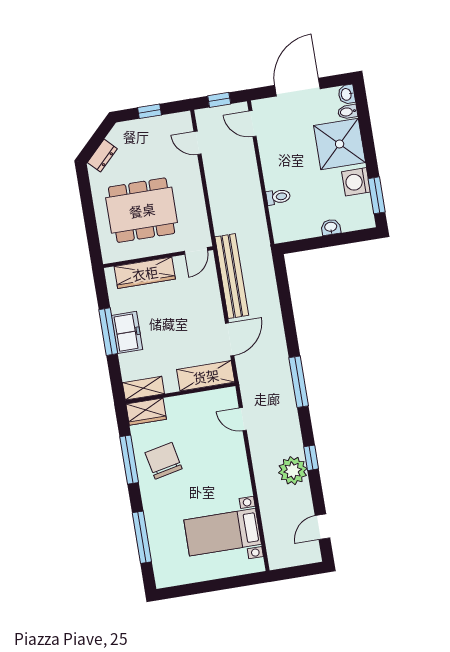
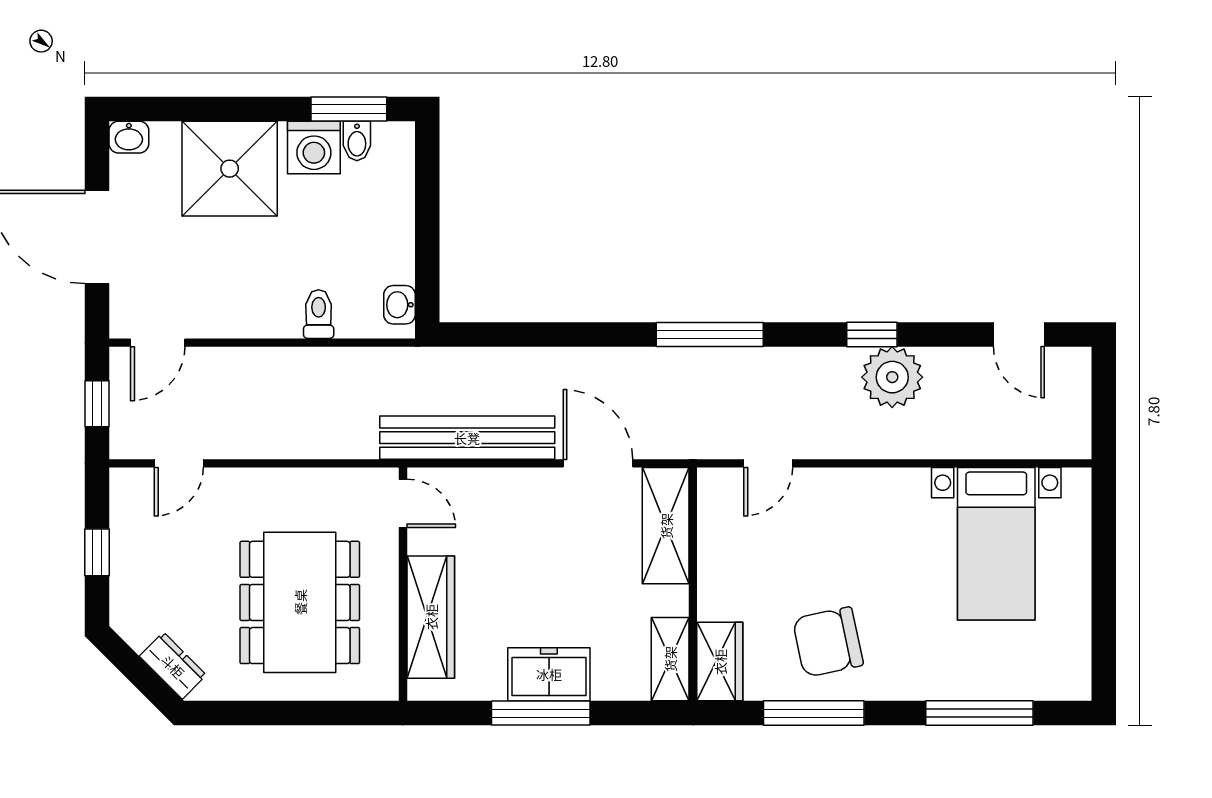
bidet: (348, 112) -> (357, 141), moved
washbasin: (331, 227) -> (399, 305), moved

